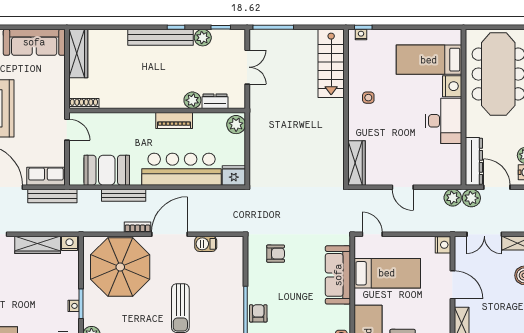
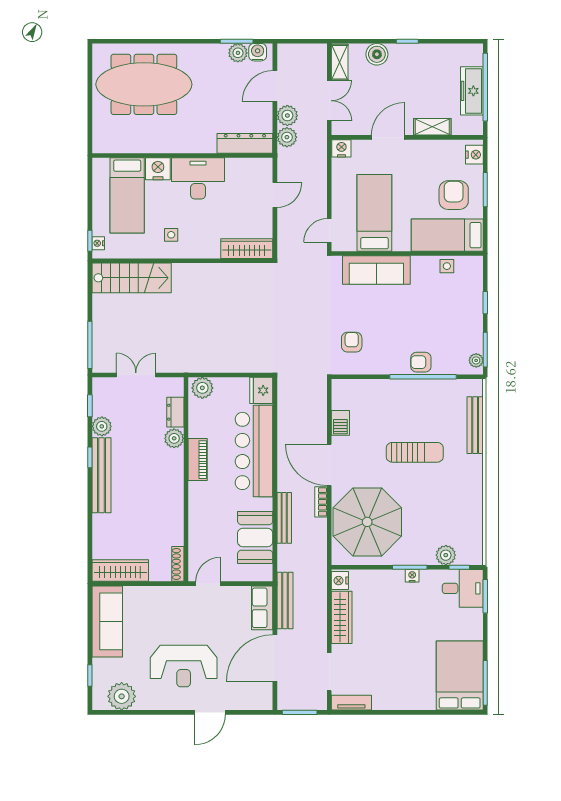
bed: (429, 60) -> (127, 195), moved
nightstand: (452, 86) -> (158, 169), moved
wall: (463, 107) -> (182, 156), moved
desk: (444, 121) -> (198, 178), moved
dresser: (474, 161) -> (245, 143), moved

